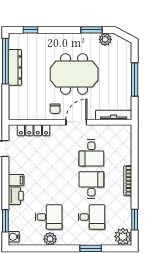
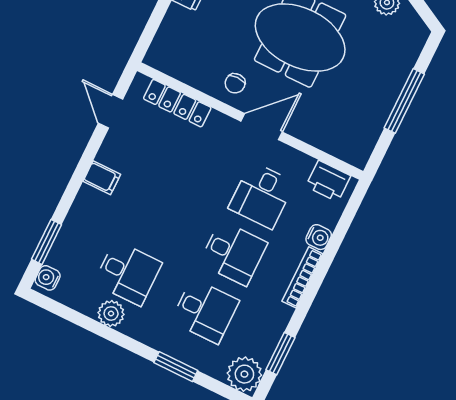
tv unit: (114, 115) -> (335, 146), removed
water cooler: (126, 159) -> (319, 237), added
desk: (91, 185) -> (233, 253), turned 90
printer: (16, 196) -> (328, 181), moved, turned 90

